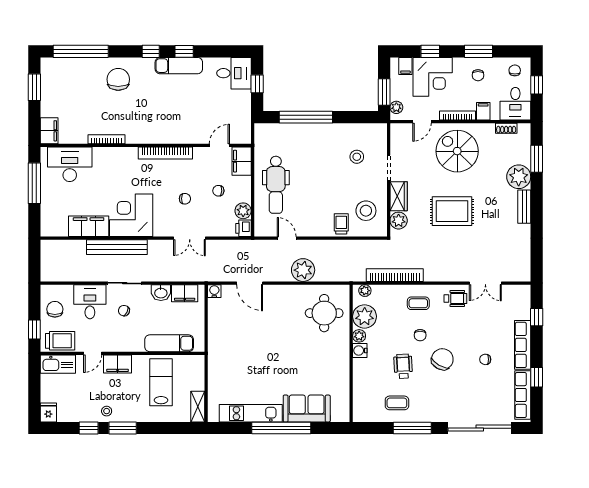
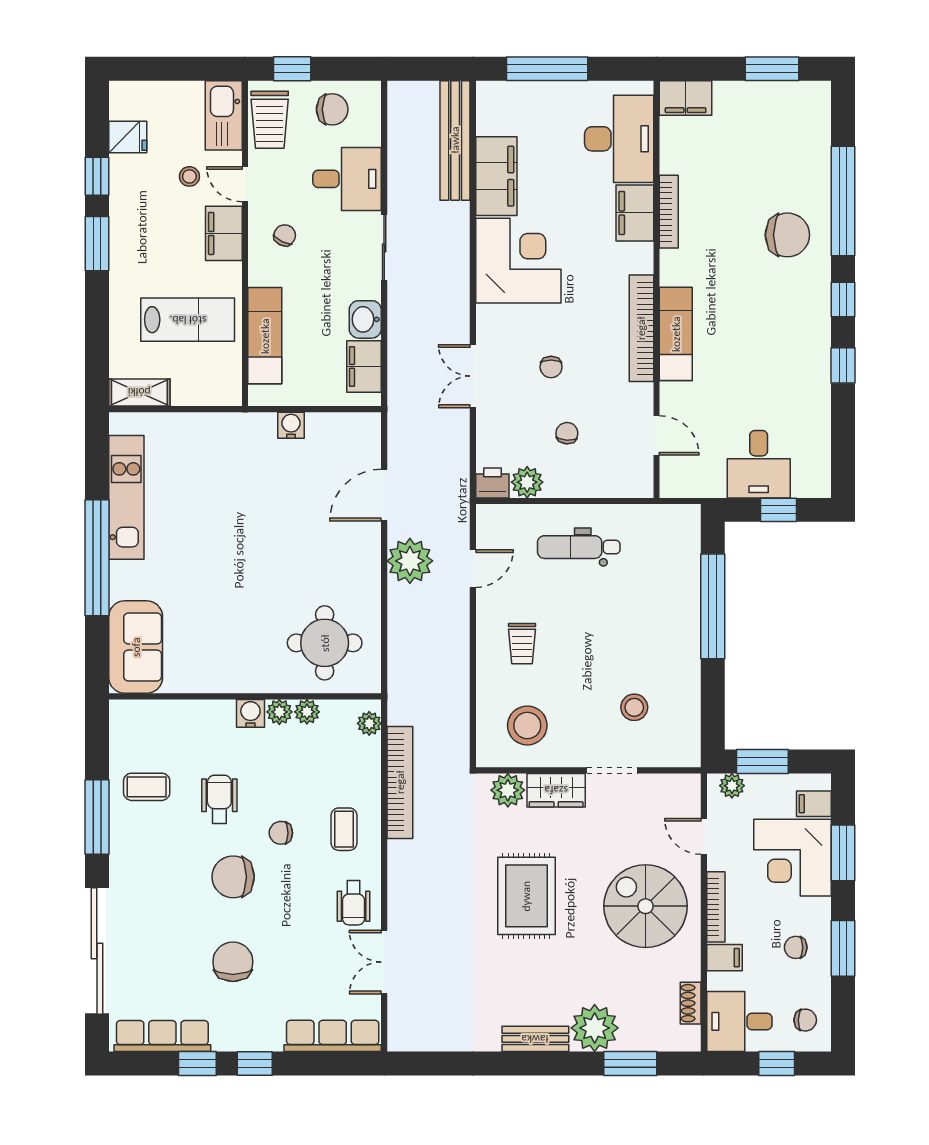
window: (81, 51) -> (843, 201), moved
window: (430, 51) -> (843, 853), width x1.50
exam couch: (179, 66) -> (676, 334), moved, turned 180
desk: (234, 73) -> (759, 464), moved
spiral stairs: (457, 151) -> (645, 906), turned -90
filing cabinet: (242, 161) -> (635, 213), moved, turned -90
window: (34, 183) -> (547, 69), moved
dental chair: (276, 185) -> (579, 547), width x0.73, depth x0.72
trolley: (341, 224) -> (522, 644), moved, turned 90
bench: (117, 247) -> (455, 140), moved
plant: (303, 270) -> (410, 561), moved
water cooler: (214, 291) -> (291, 425), moved, turned -90
chair: (124, 311) -> (285, 235), moved
plant: (365, 316) -> (307, 712), width x0.53, depth x0.53
window: (537, 317) -> (255, 1063), moved
row of seats: (523, 345) -> (333, 1036), moved
chair: (442, 359) -> (233, 877), turned 150
chair: (485, 359) -> (233, 962), width x1.87, depth x1.87
wheelchair: (403, 366) -> (219, 799), turned -87
coffee table: (397, 403) -> (147, 787), turned 90
sofa: (307, 408) -> (136, 647), moved
stool: (107, 411) -> (189, 176), moved
fridge: (48, 412) -> (128, 137), moved

